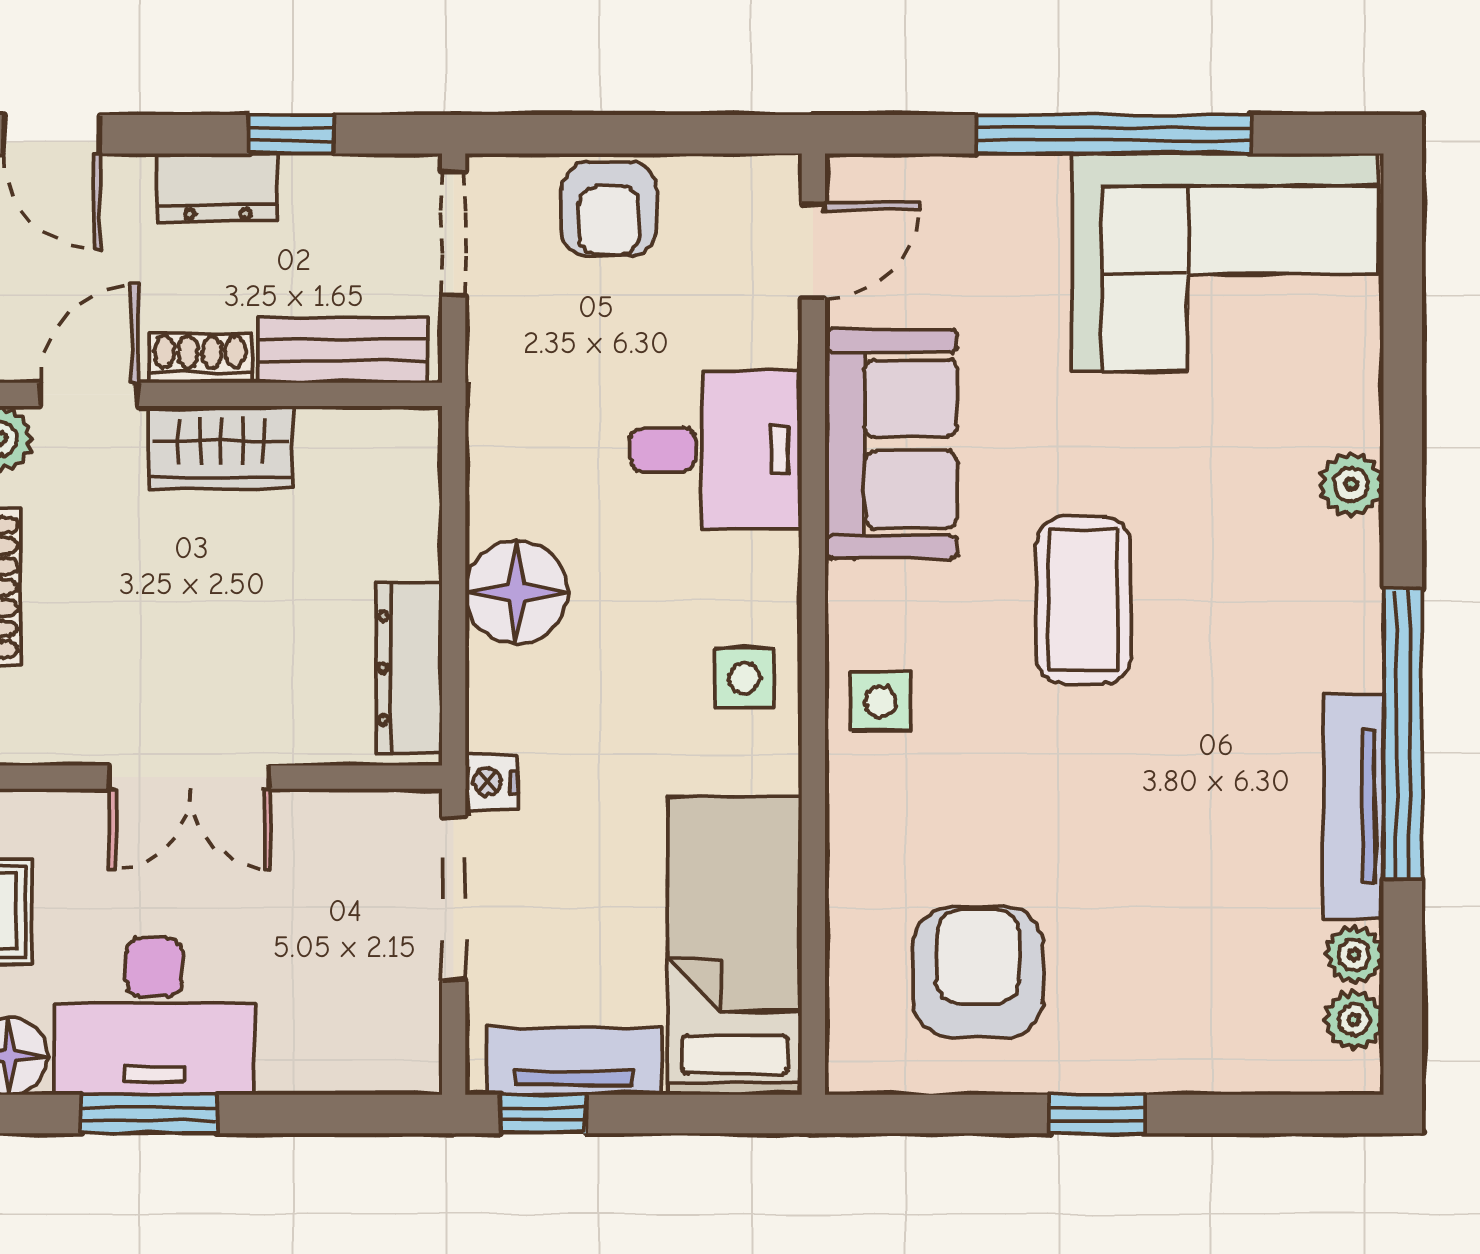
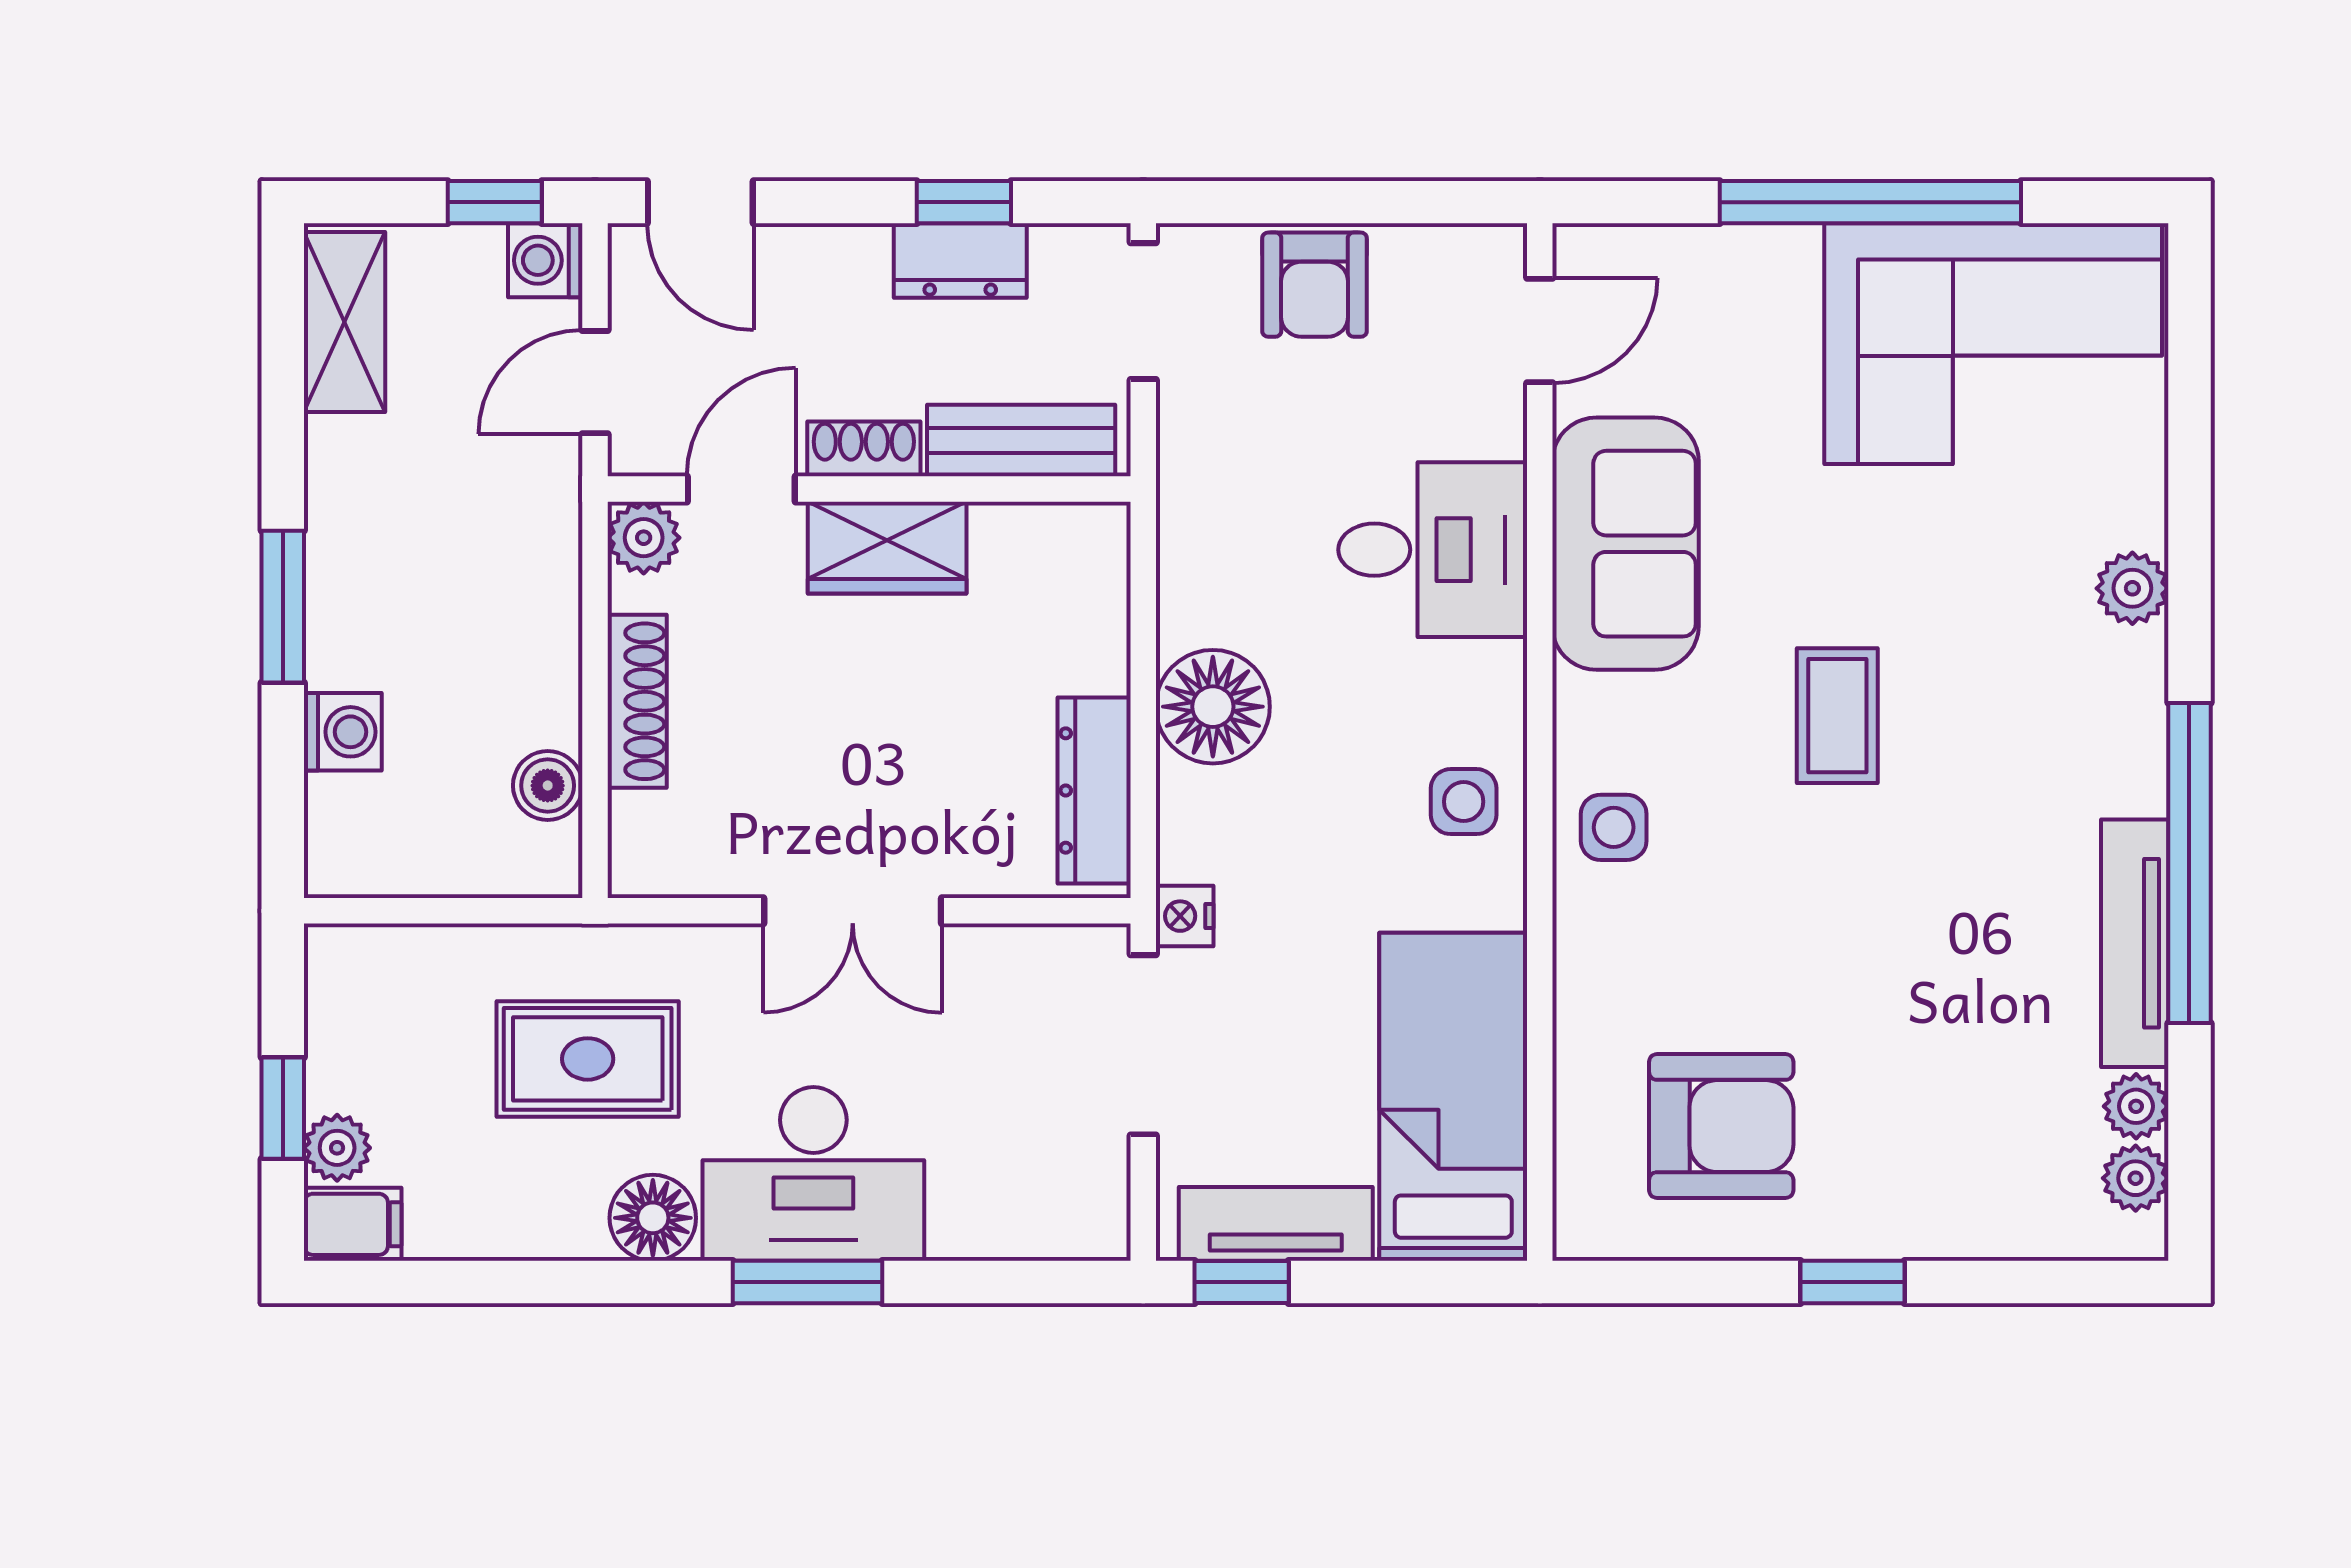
dresser: (218, 187) -> (960, 261), moved
coffee table: (1083, 600) -> (1837, 716), width x0.73, depth x0.77
armchair: (978, 972) -> (1721, 1126), turned 90

